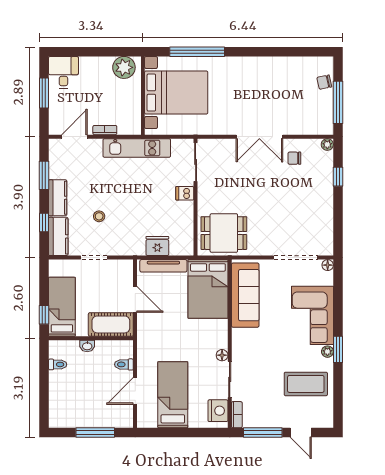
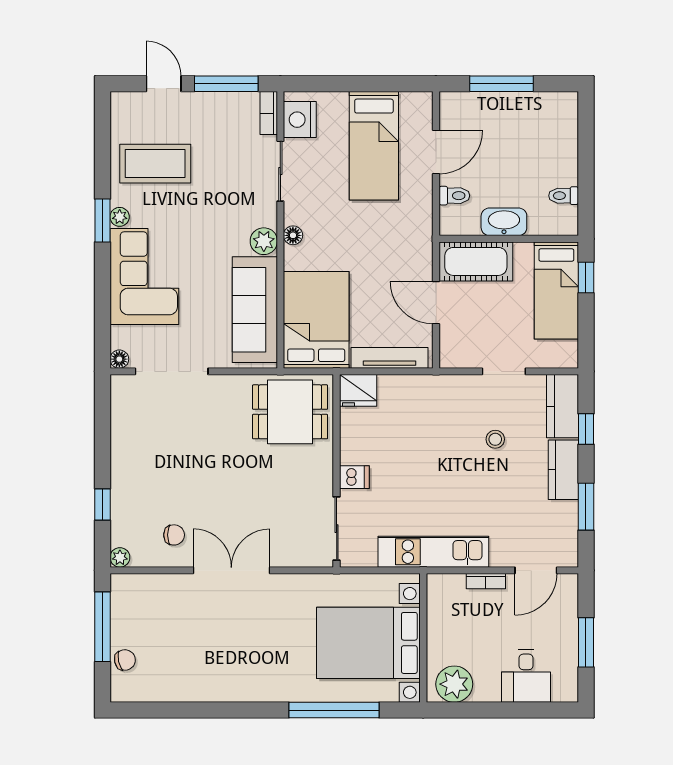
desk: (63, 72) -> (526, 676), moved
fridge: (157, 246) -> (358, 390), moved
plant: (240, 337) -> (264, 241), added
washbasin: (87, 346) -> (504, 222), width x1.91, depth x1.45
floor lamp: (222, 355) -> (293, 235), moved

